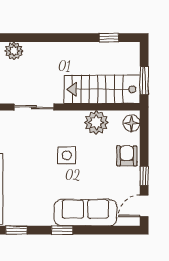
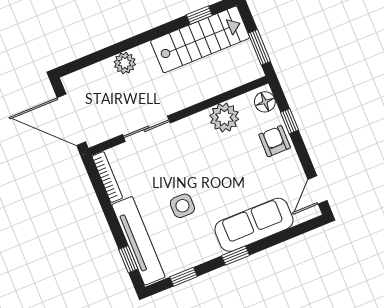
plant: (14, 51) -> (125, 63), moved
stairs: (102, 89) -> (200, 39), moved, turned 180
side table: (67, 155) -> (182, 206), moved
window: (144, 176) -> (289, 121), moved

